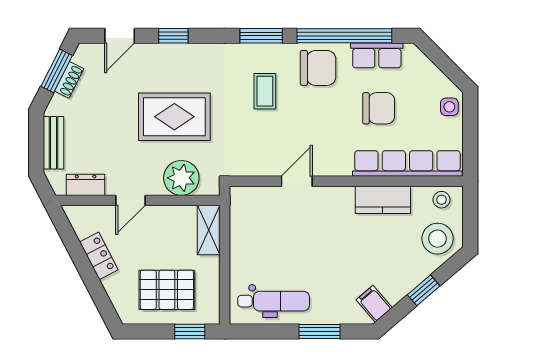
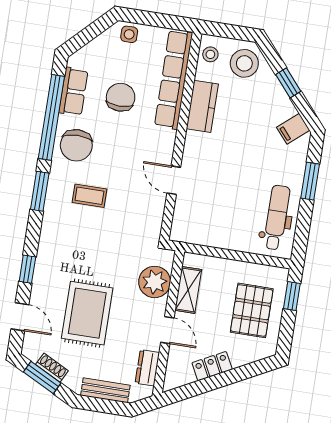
chair: (318, 68) -> (76, 145), turned 180
rug: (174, 117) -> (87, 313), moved
shelving: (209, 230) -> (188, 290), moved, turned 90

